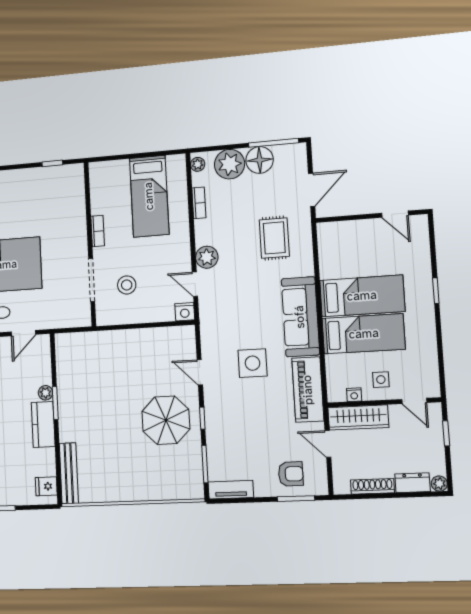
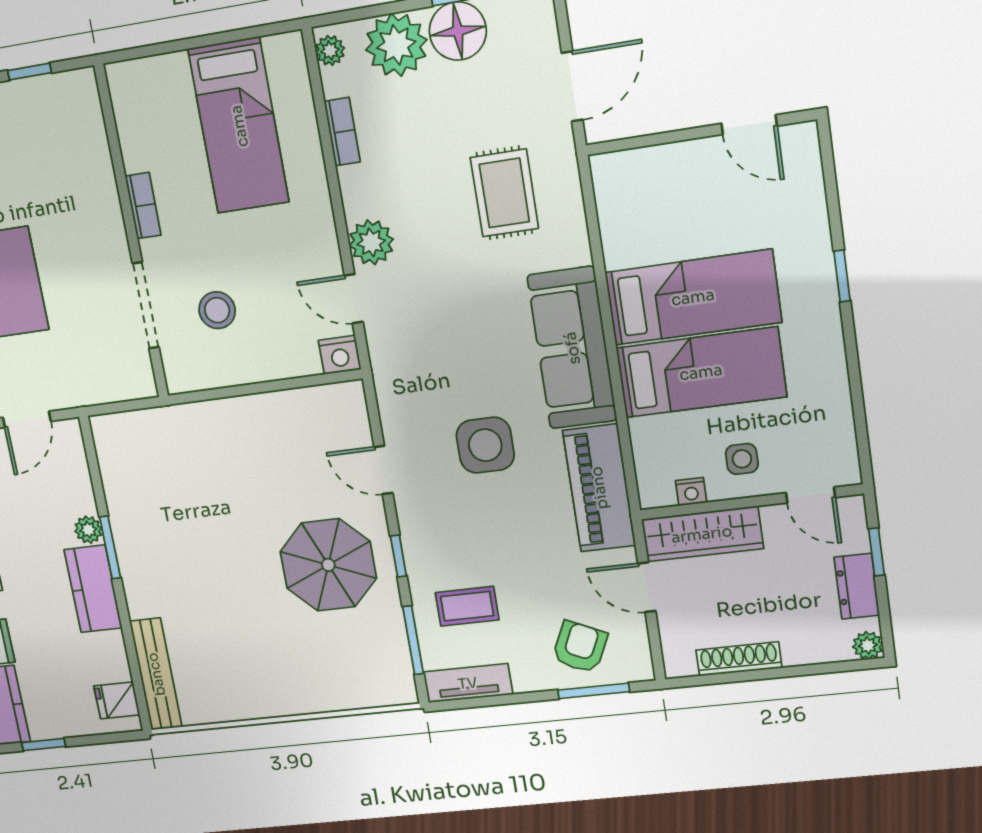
coffee table: (235, 448) -> (467, 606), added
armchair: (291, 474) -> (580, 647), turned -65
dresser: (413, 483) -> (857, 586), moved, turned -90

